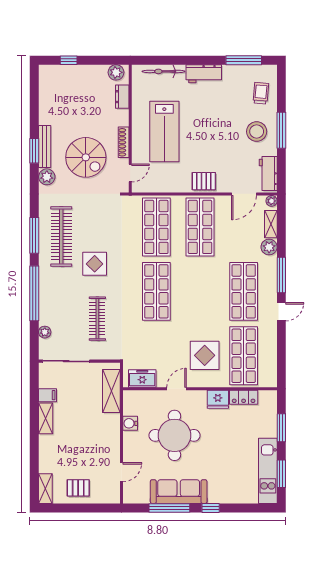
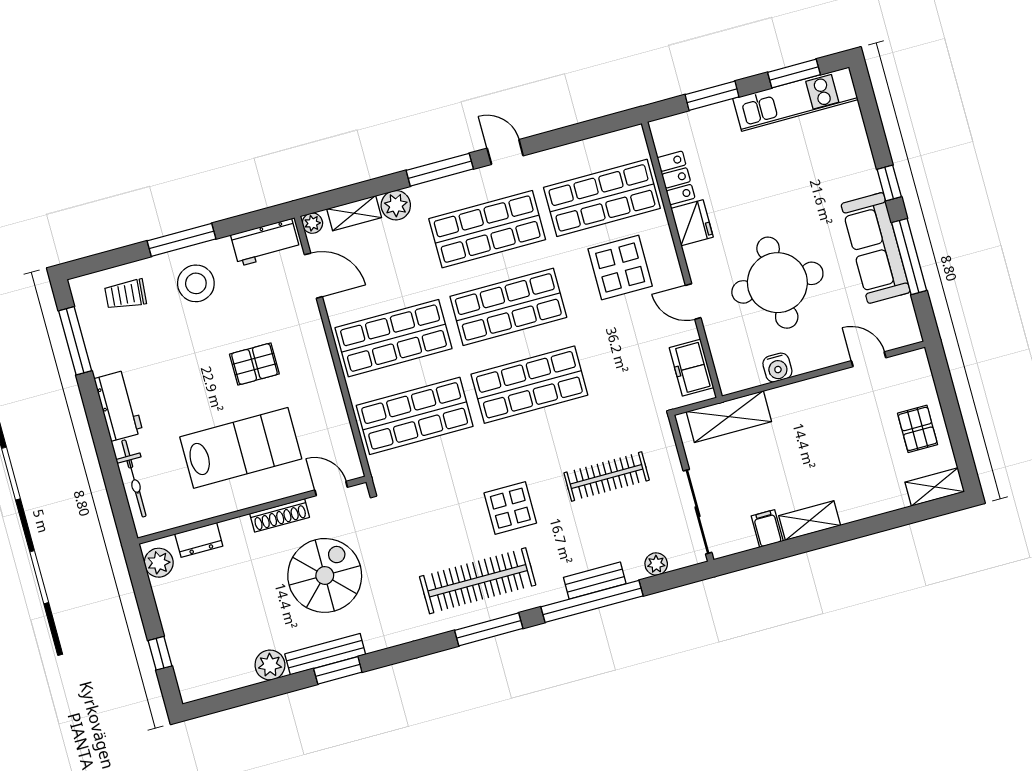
plant: (47, 177) -> (270, 665), moved
pallet: (204, 181) -> (254, 364), moved, turned 90
shop shelf: (200, 291) -> (508, 307), added
bench: (45, 298) -> (595, 581), added

